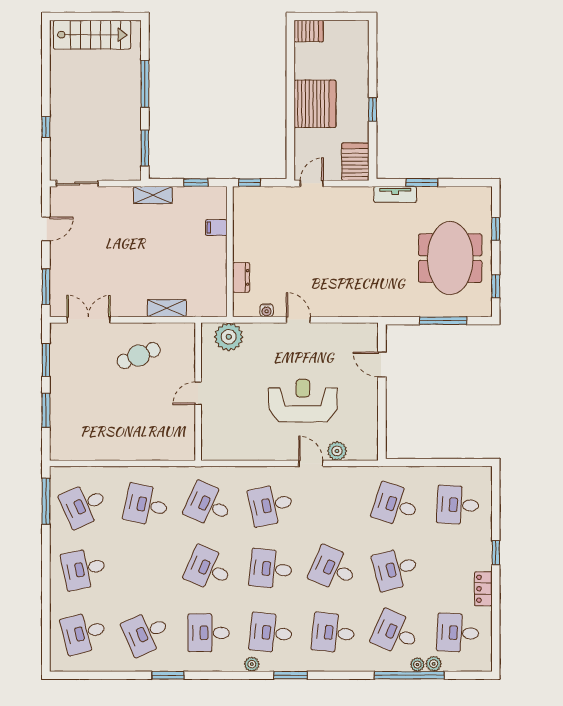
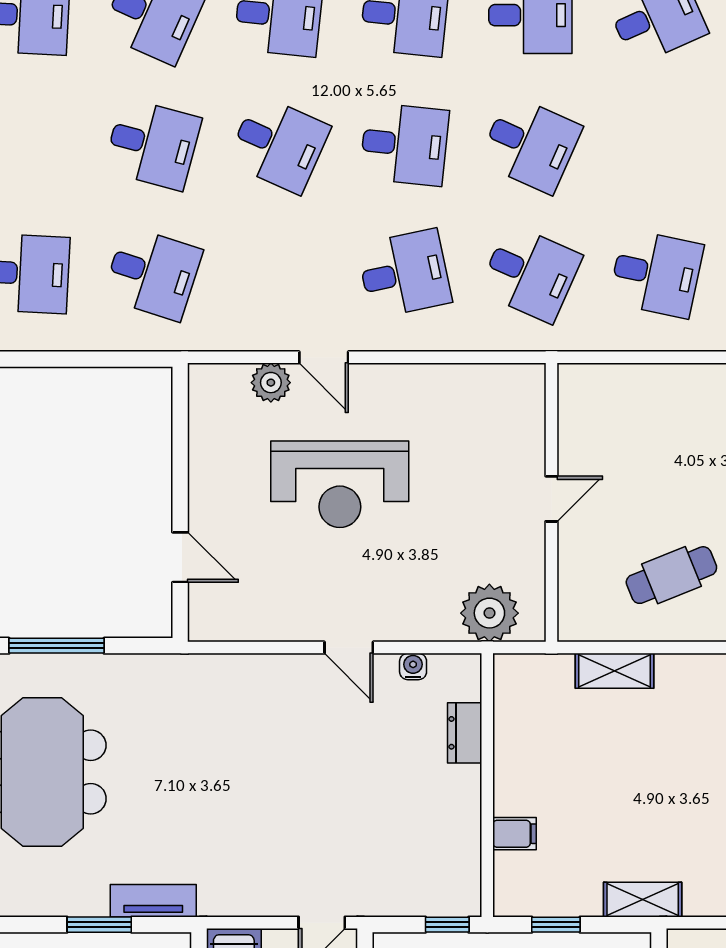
desk: (396, 569) -> (153, 144), turned 30

